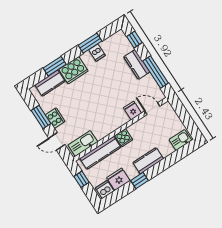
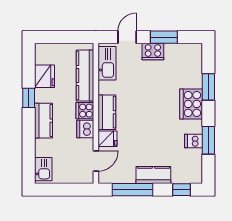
kitchen counter: (50, 83) -> (107, 112), moved, turned 180
window: (82, 179) -> (70, 37), removed
dishwasher: (105, 190) -> (85, 129), moved, turned 180

